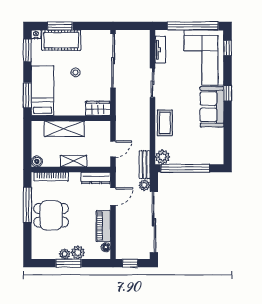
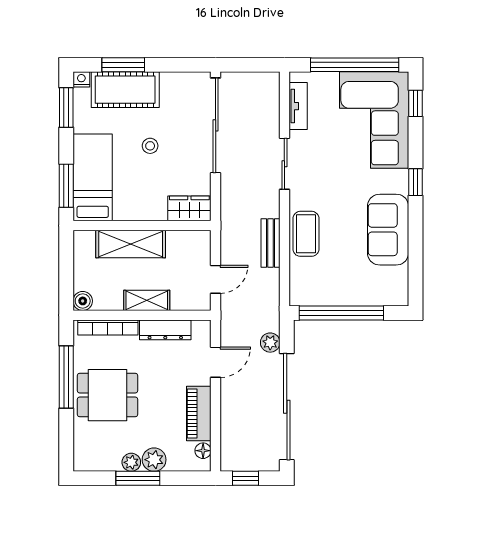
sofa: (212, 107) -> (388, 230), moved
plant: (162, 157) -> (302, 293), removed
bench: (145, 165) -> (271, 243), moved
dresser: (96, 178) -> (165, 330), moved

